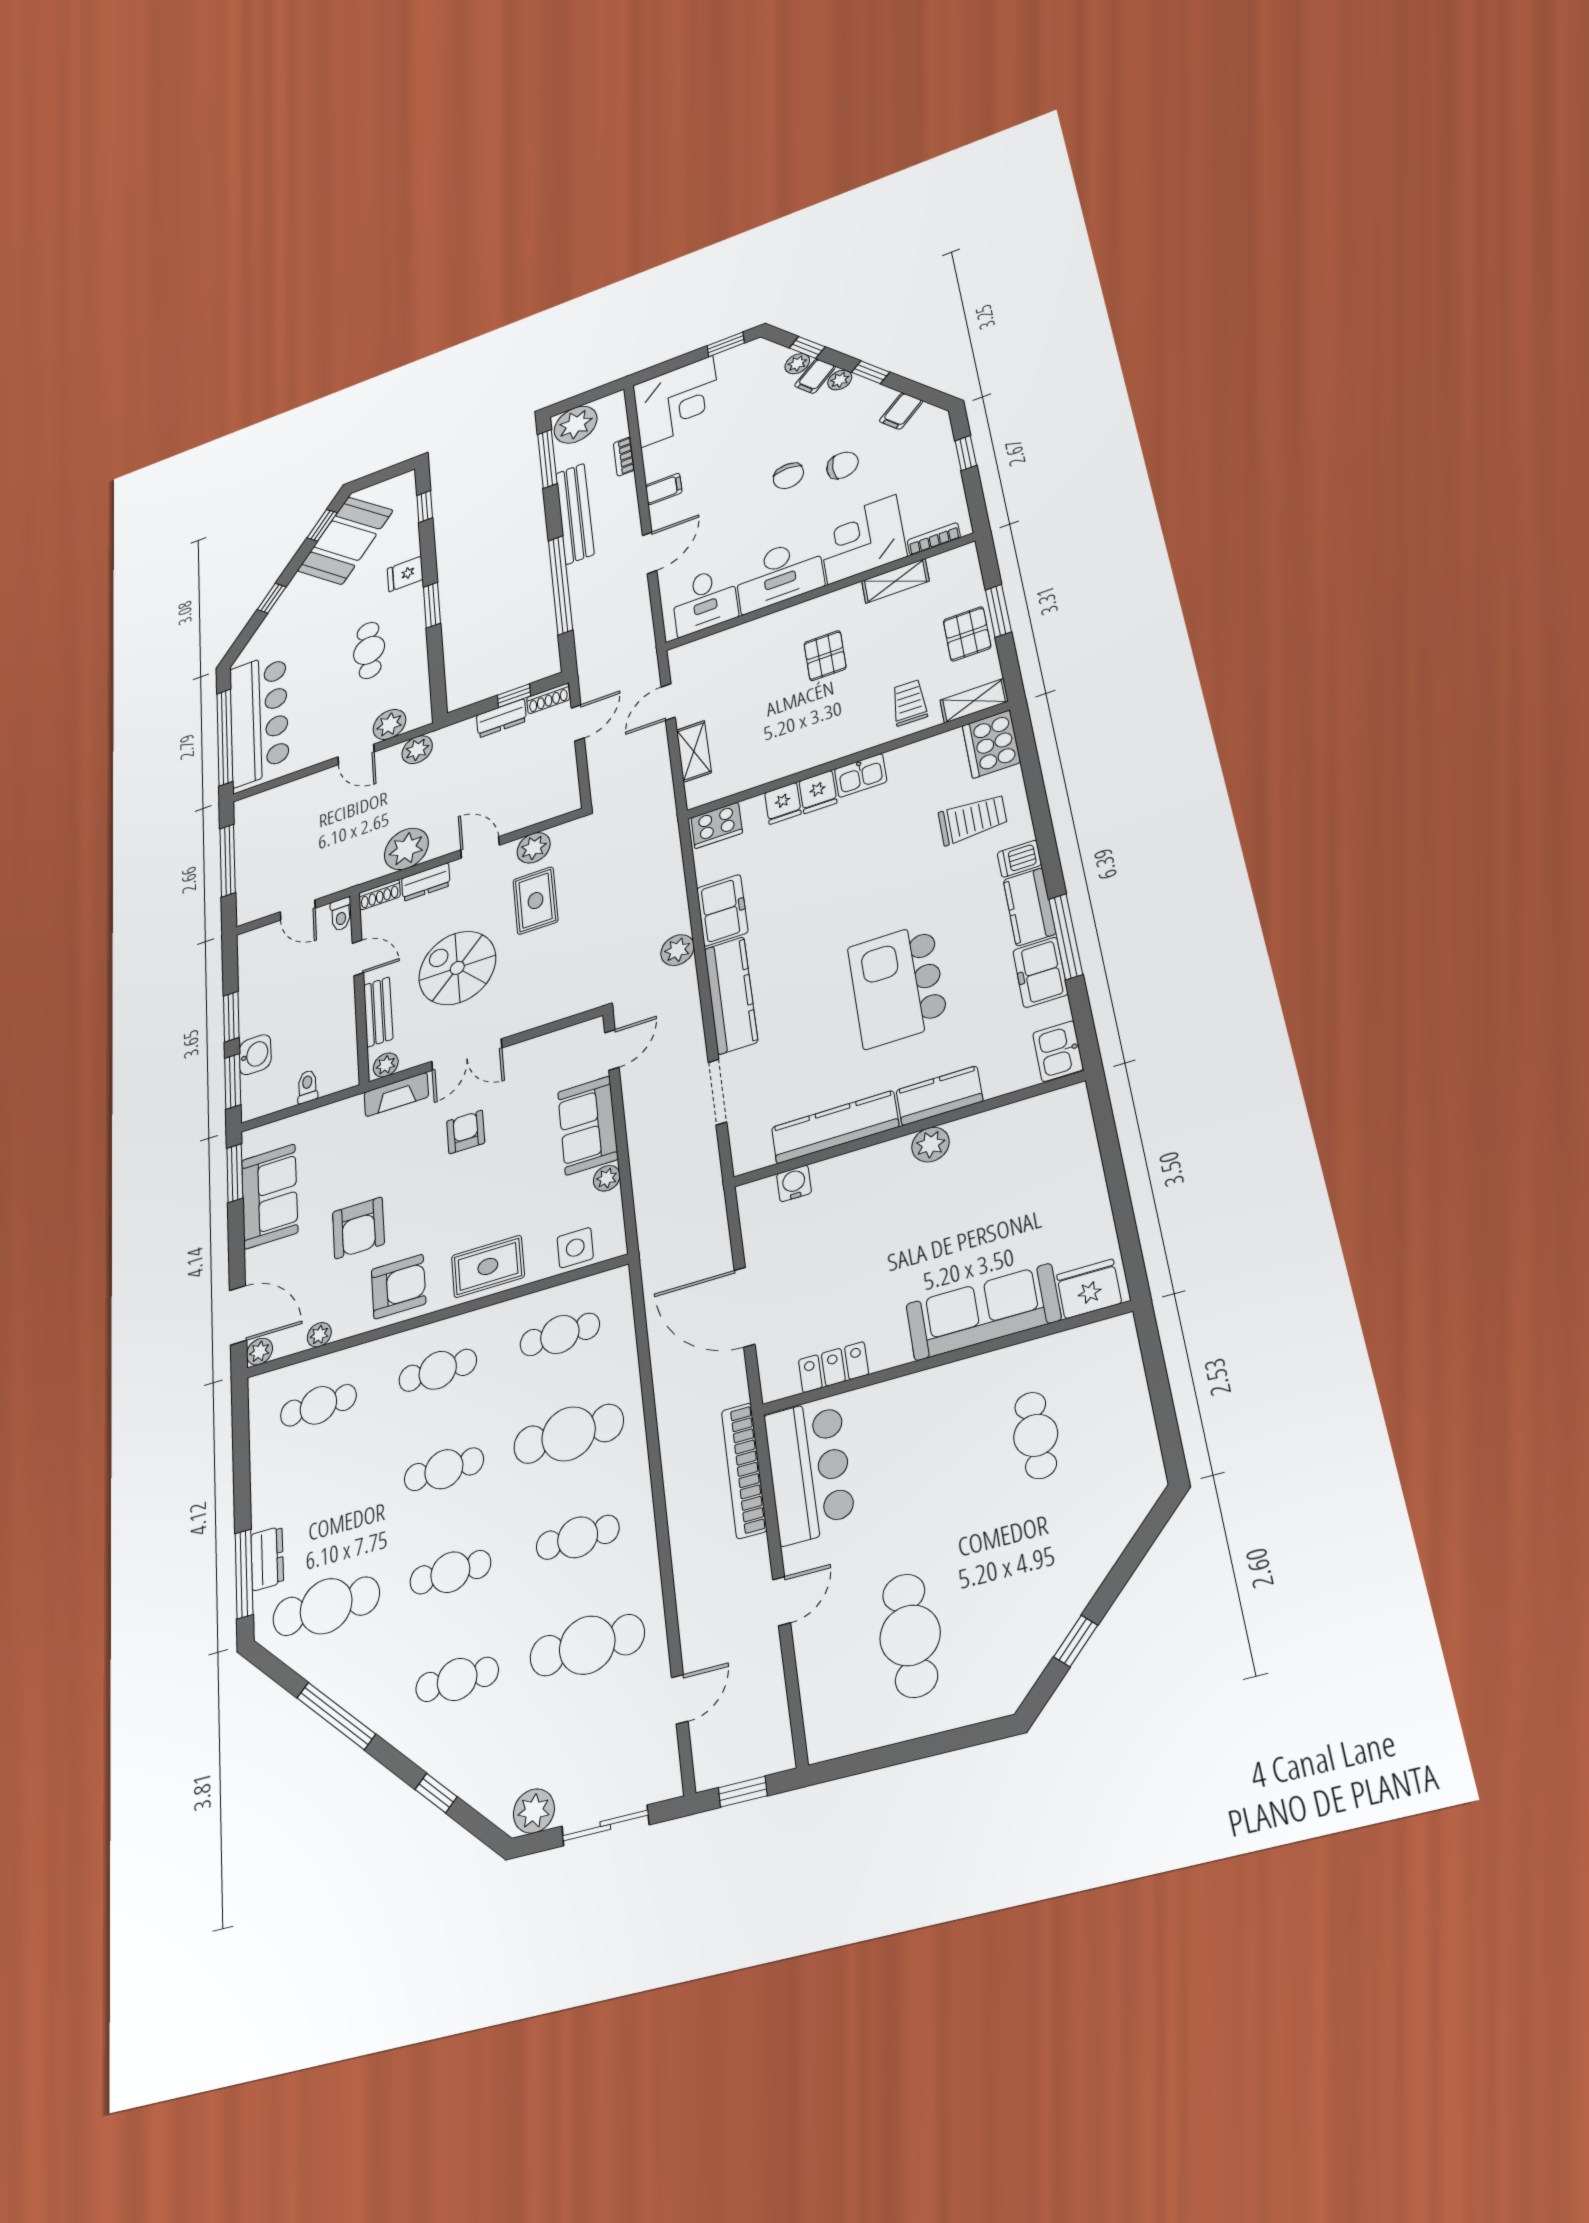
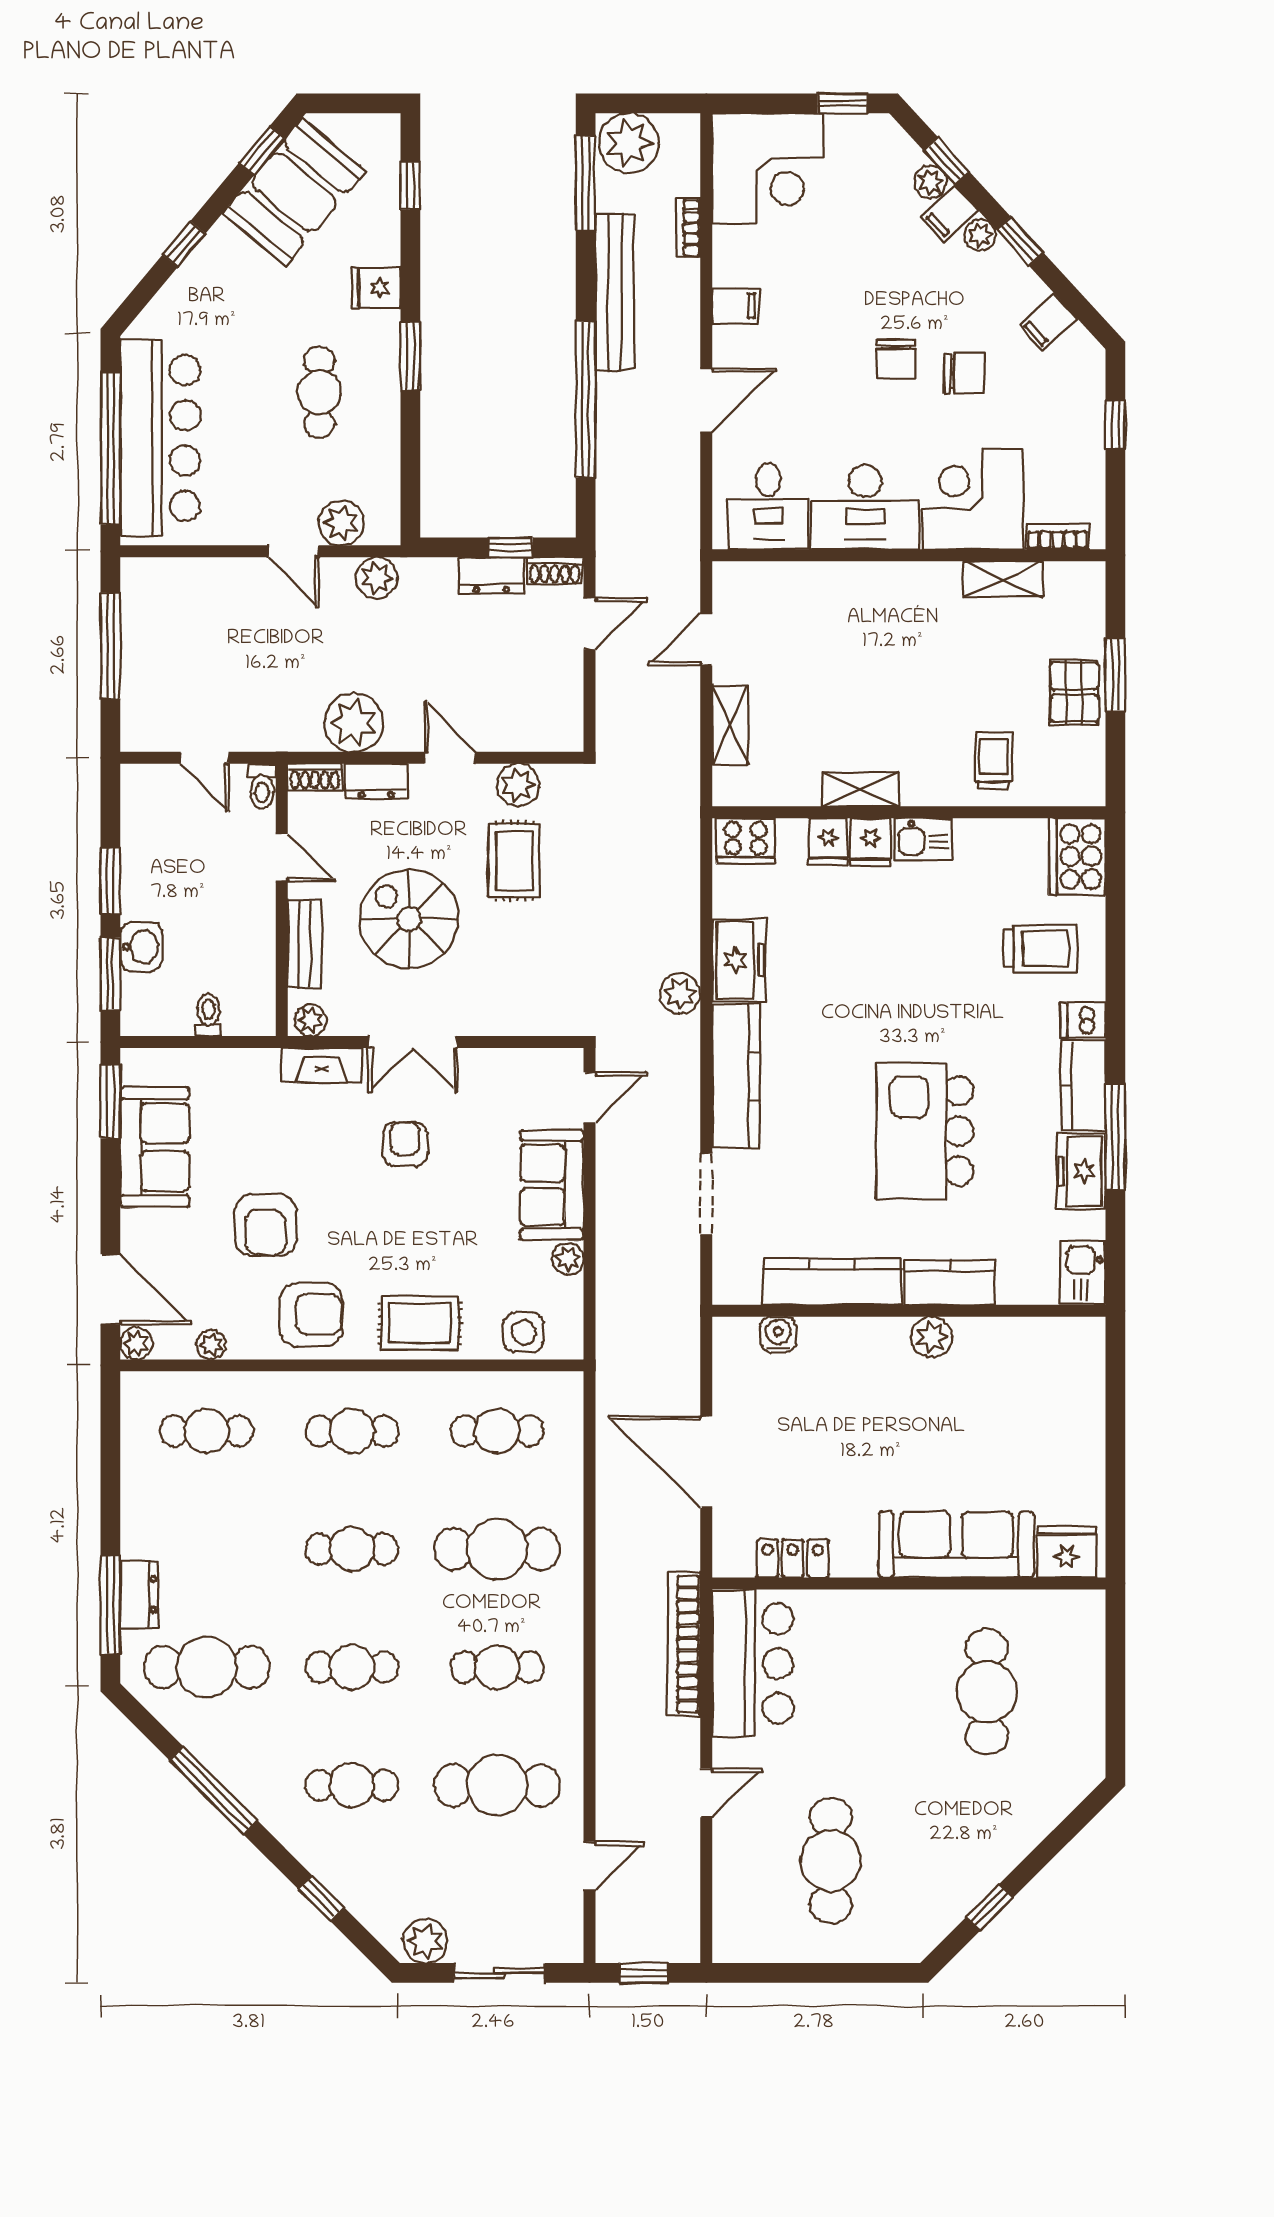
pallet: (825, 656) -> (905, 652), removed
shelving: (974, 701) -> (860, 789), moved
cafe table: (1036, 1435) -> (987, 1692), width x1.37, depth x1.35

